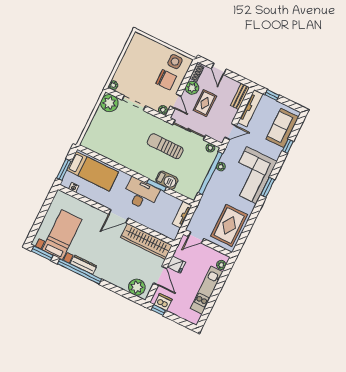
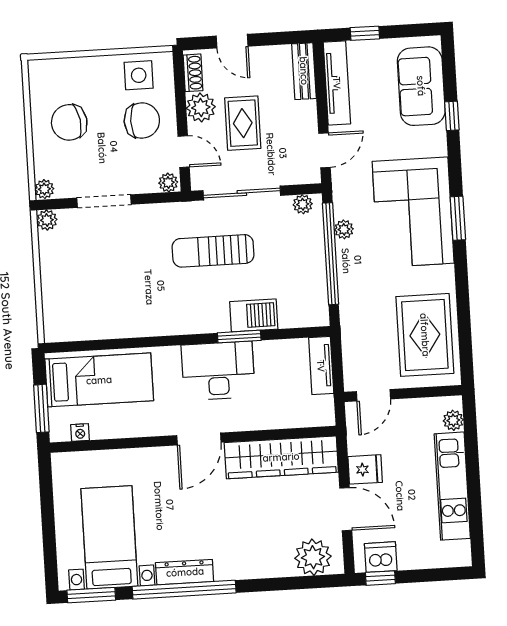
chair: (138, 65) -> (69, 122), added
plant: (109, 103) -> (47, 220), width x0.53, depth x0.53

